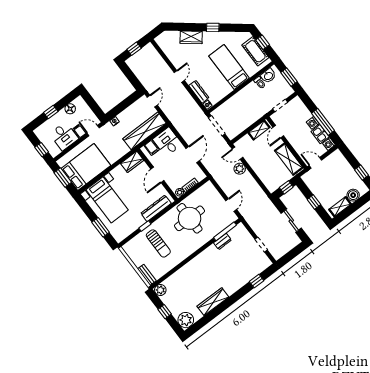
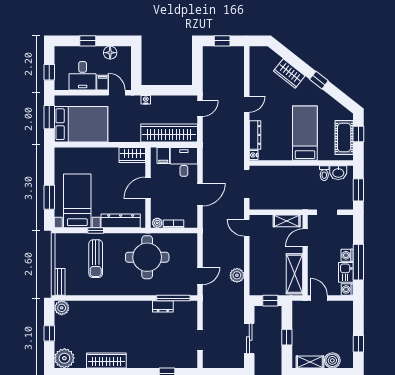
plant: (240, 169) -> (237, 275), moved
bed with nightstands: (107, 200) -> (77, 201), moved, turned 180

